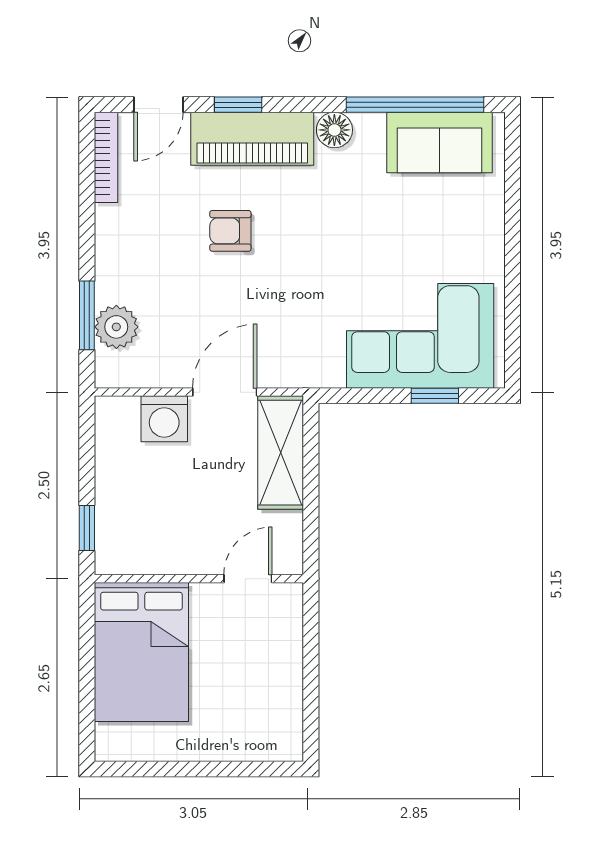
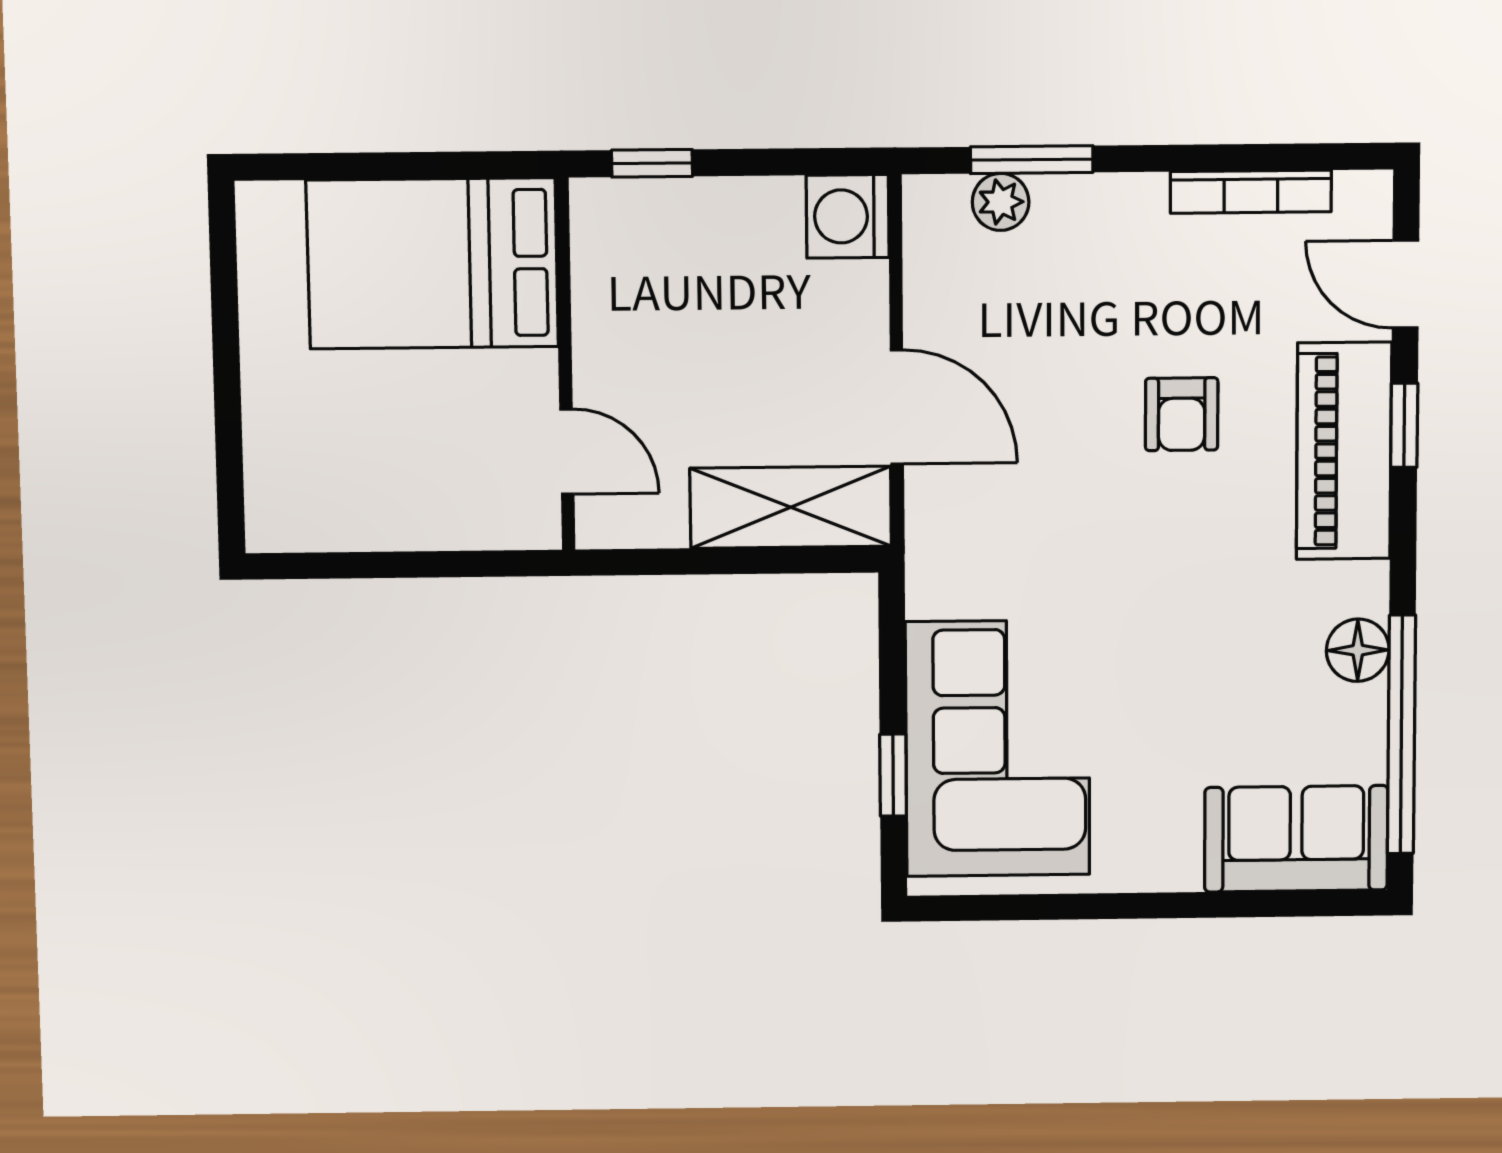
floor lamp: (334, 130) -> (1358, 650), moved
sofa: (440, 142) -> (1296, 839), moved, turned 90
bookcase: (106, 157) -> (1251, 192), moved
armchair: (230, 231) -> (1182, 414), turned 180
plant: (116, 327) -> (1001, 202), width x0.73, depth x0.73
washing machine: (164, 419) -> (848, 216), moved

